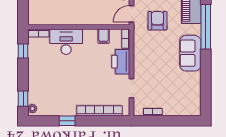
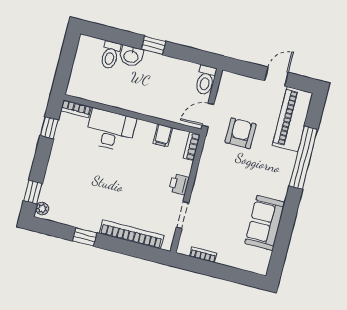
sofa: (190, 53) -> (265, 223), moved
printer: (121, 62) -> (179, 184), width x0.53, depth x0.68

